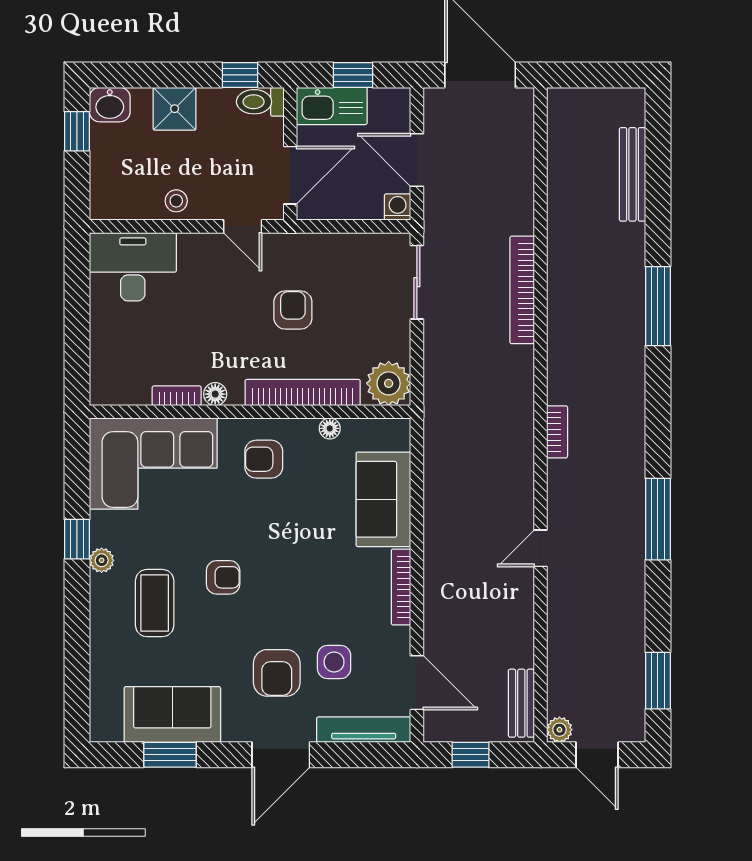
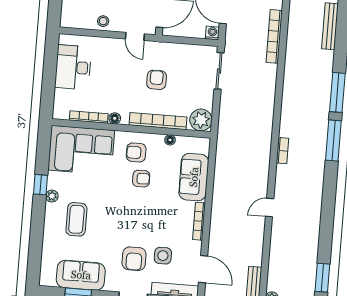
desk: (133, 267) -> (73, 67), moved, turned -90
bookcase: (522, 290) -> (274, 36), moved
bookcase: (177, 396) -> (89, 117), width x1.56
window: (658, 519) -> (333, 140), moved
armchair: (223, 577) -> (141, 179), moved

